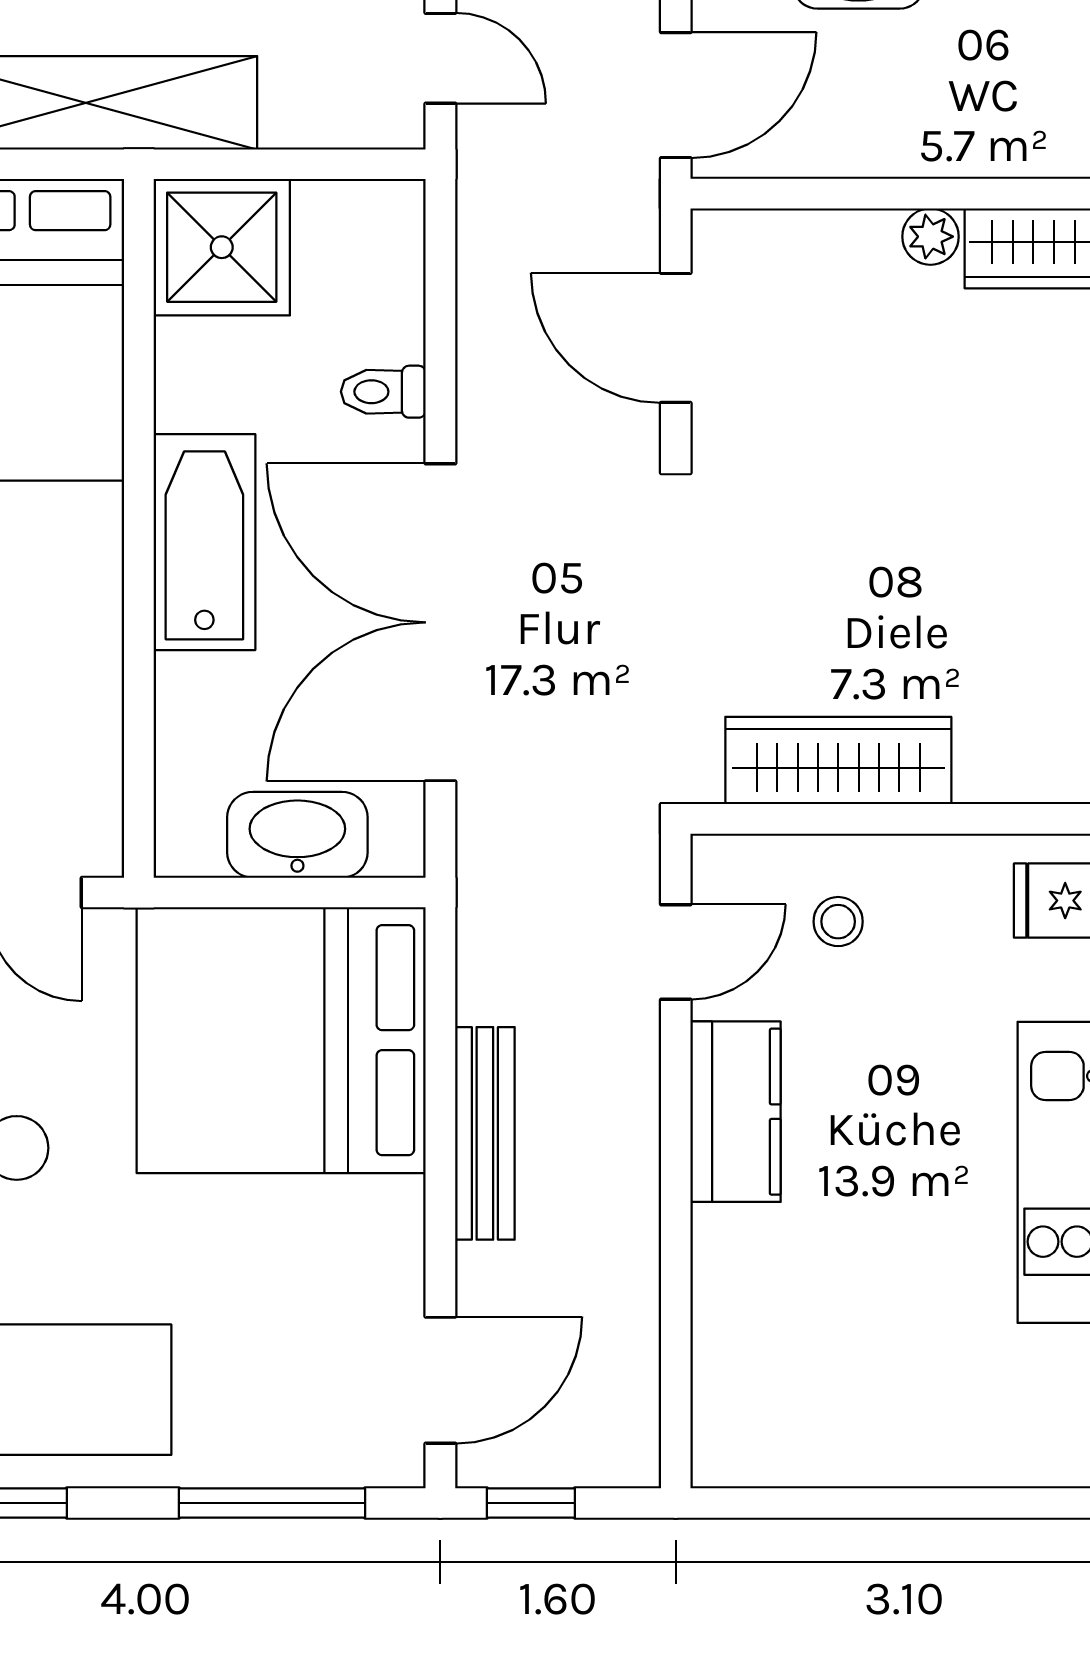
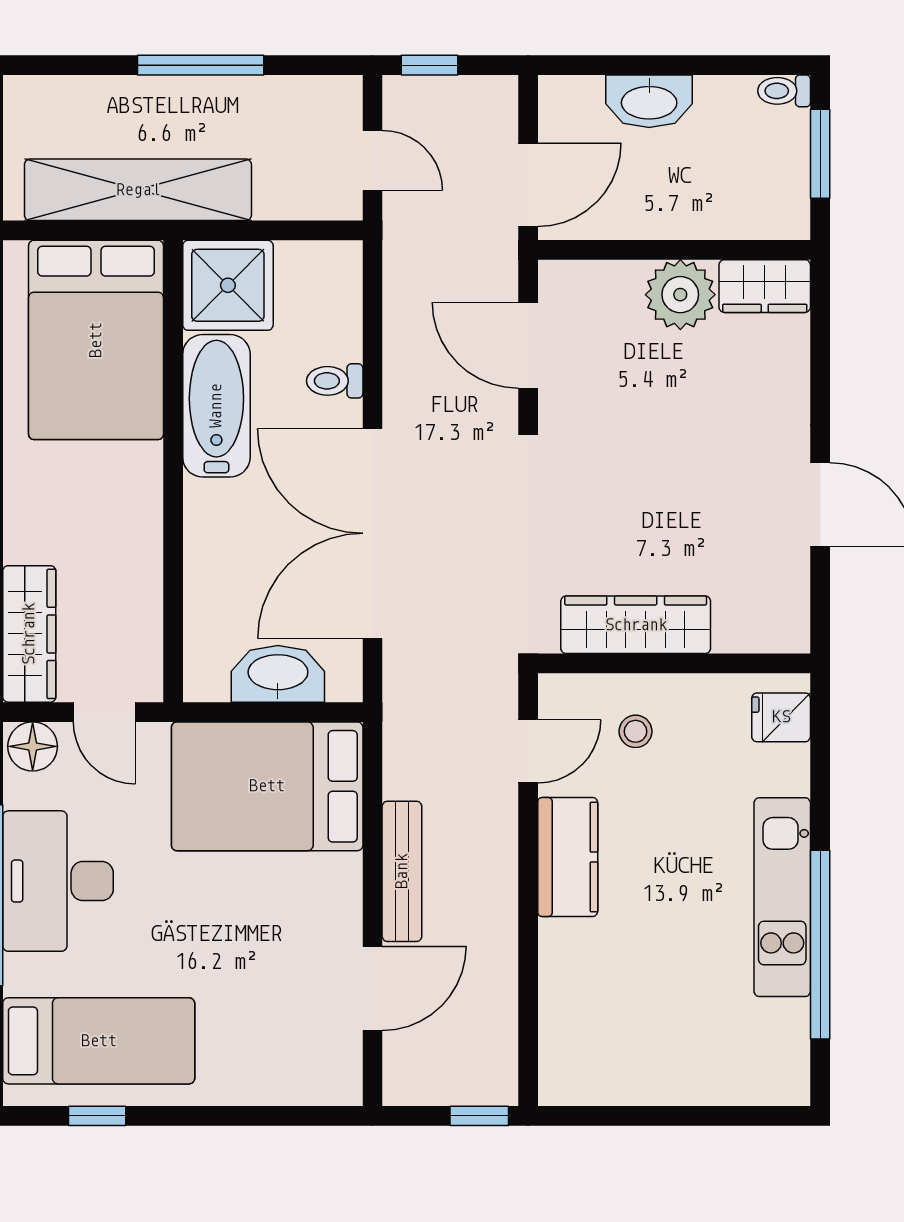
plant: (930, 237) -> (680, 295), width x1.88, depth x1.88
bathtub: (204, 542) -> (216, 406), moved
bed: (281, 1040) -> (267, 786), width x0.73
door: (440, 1380) -> (372, 988), moved
window: (272, 1503) -> (261, 1116), removed
window: (531, 1503) -> (479, 1116), moved

